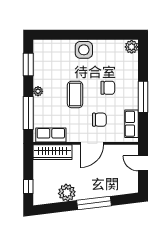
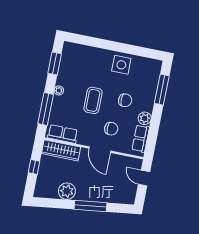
plant: (132, 47) -> (145, 118), moved
side table: (84, 50) -> (121, 65), moved
window: (143, 97) -> (162, 90), moved
door: (92, 143) -> (100, 150), hinge flipped
window: (28, 187) -> (34, 167), moved

